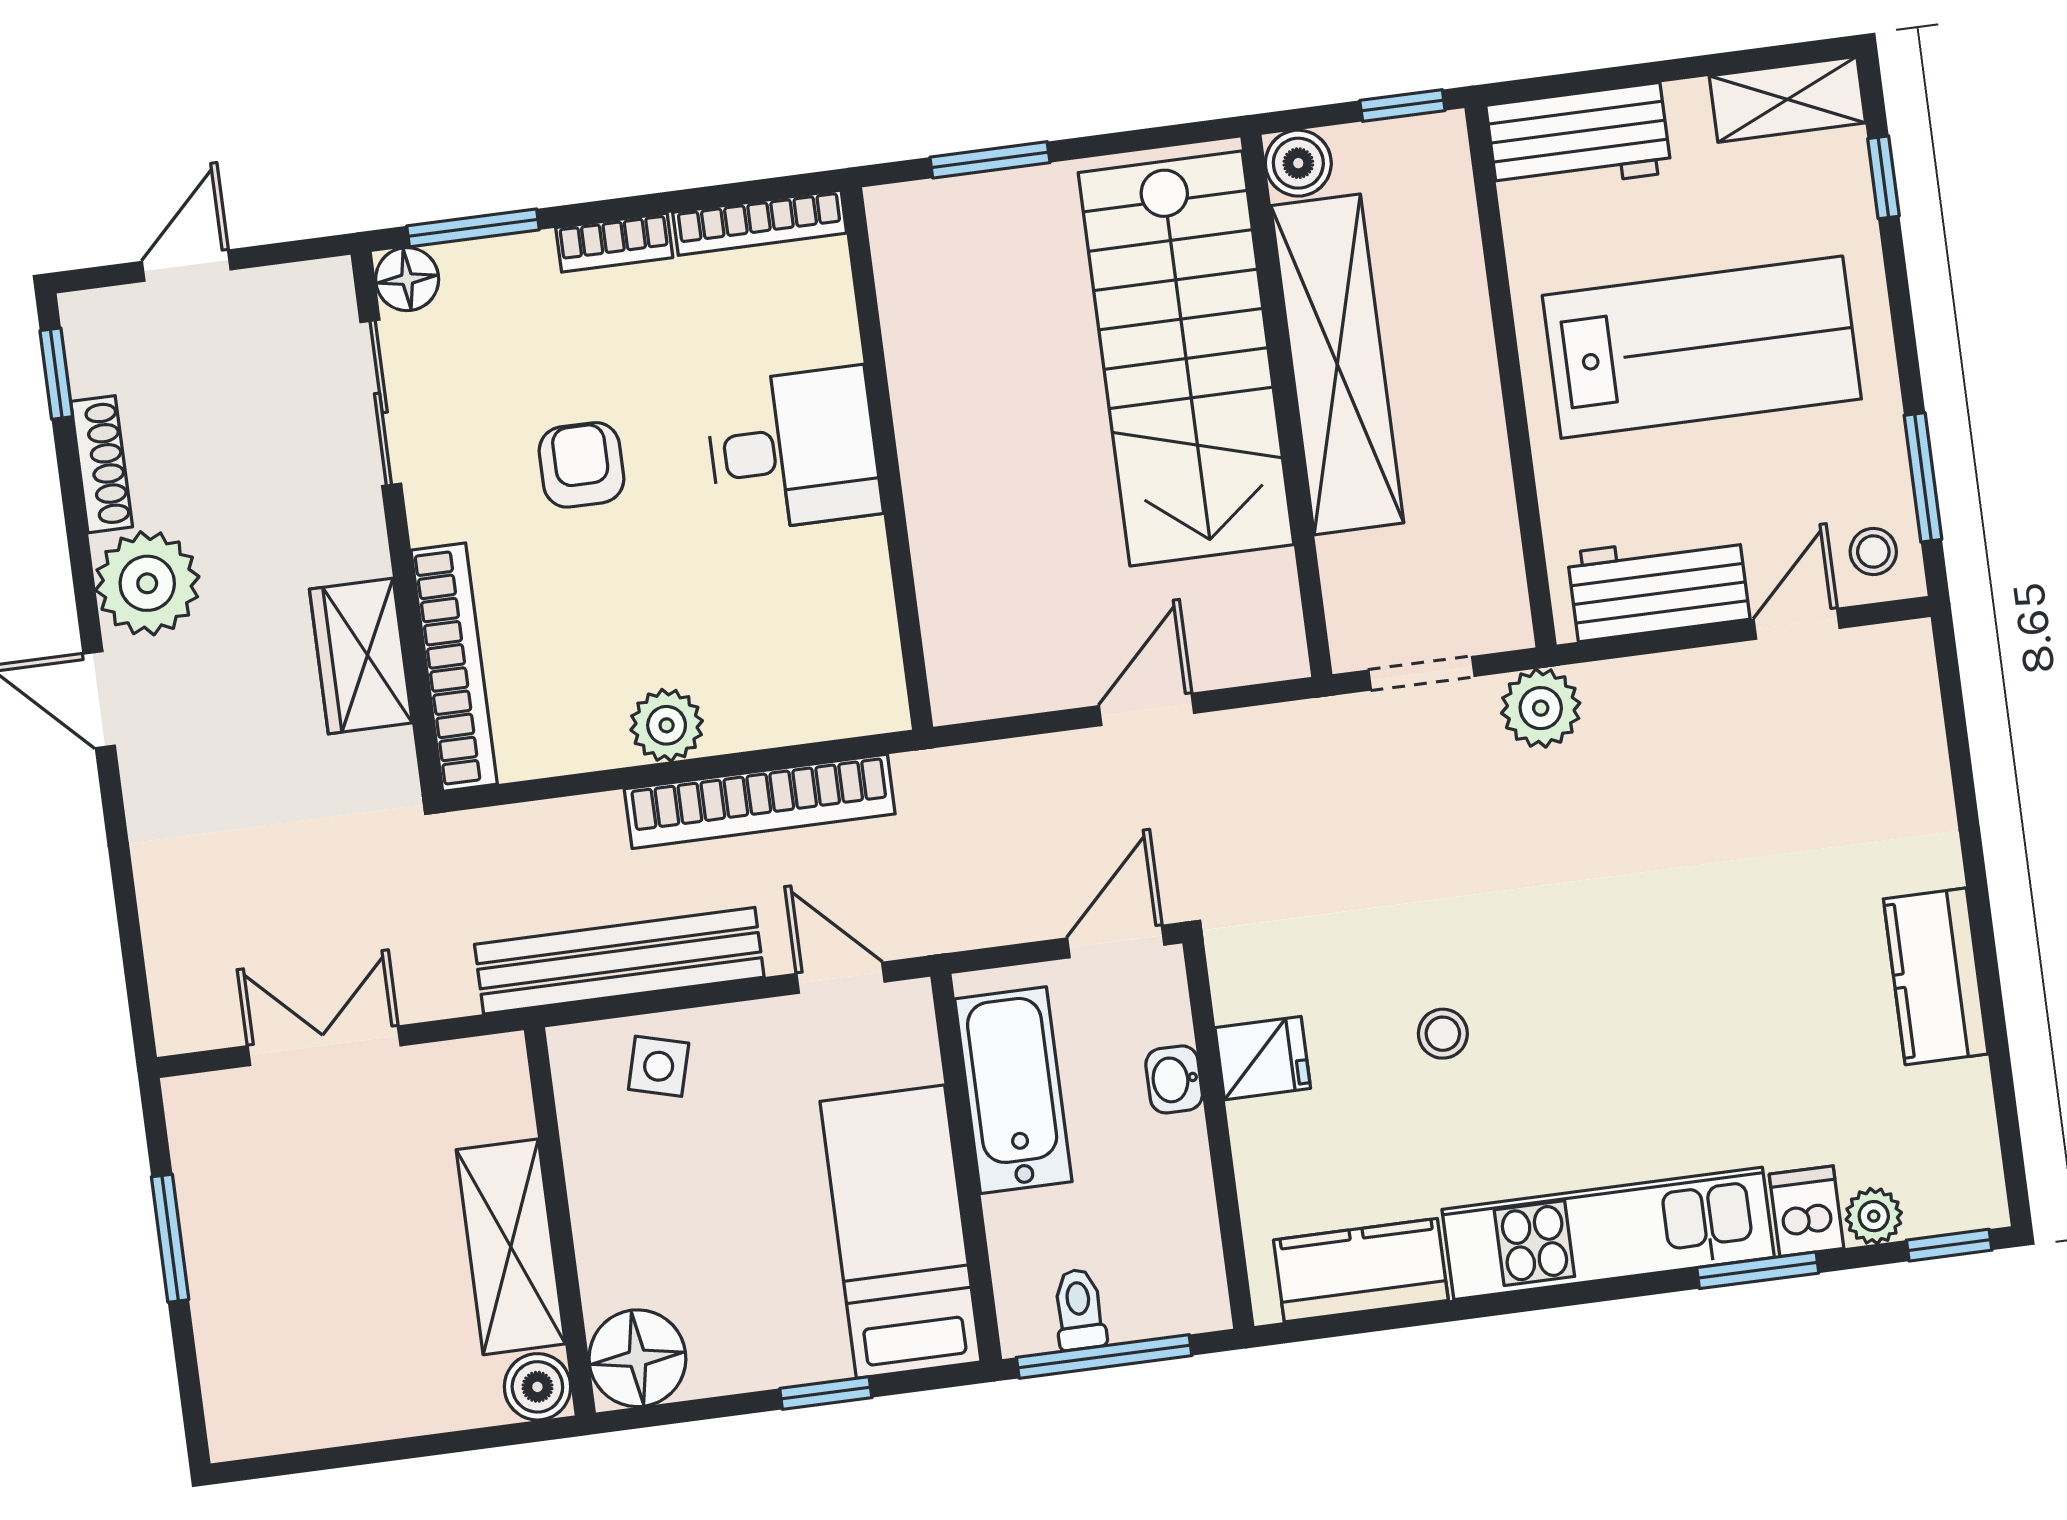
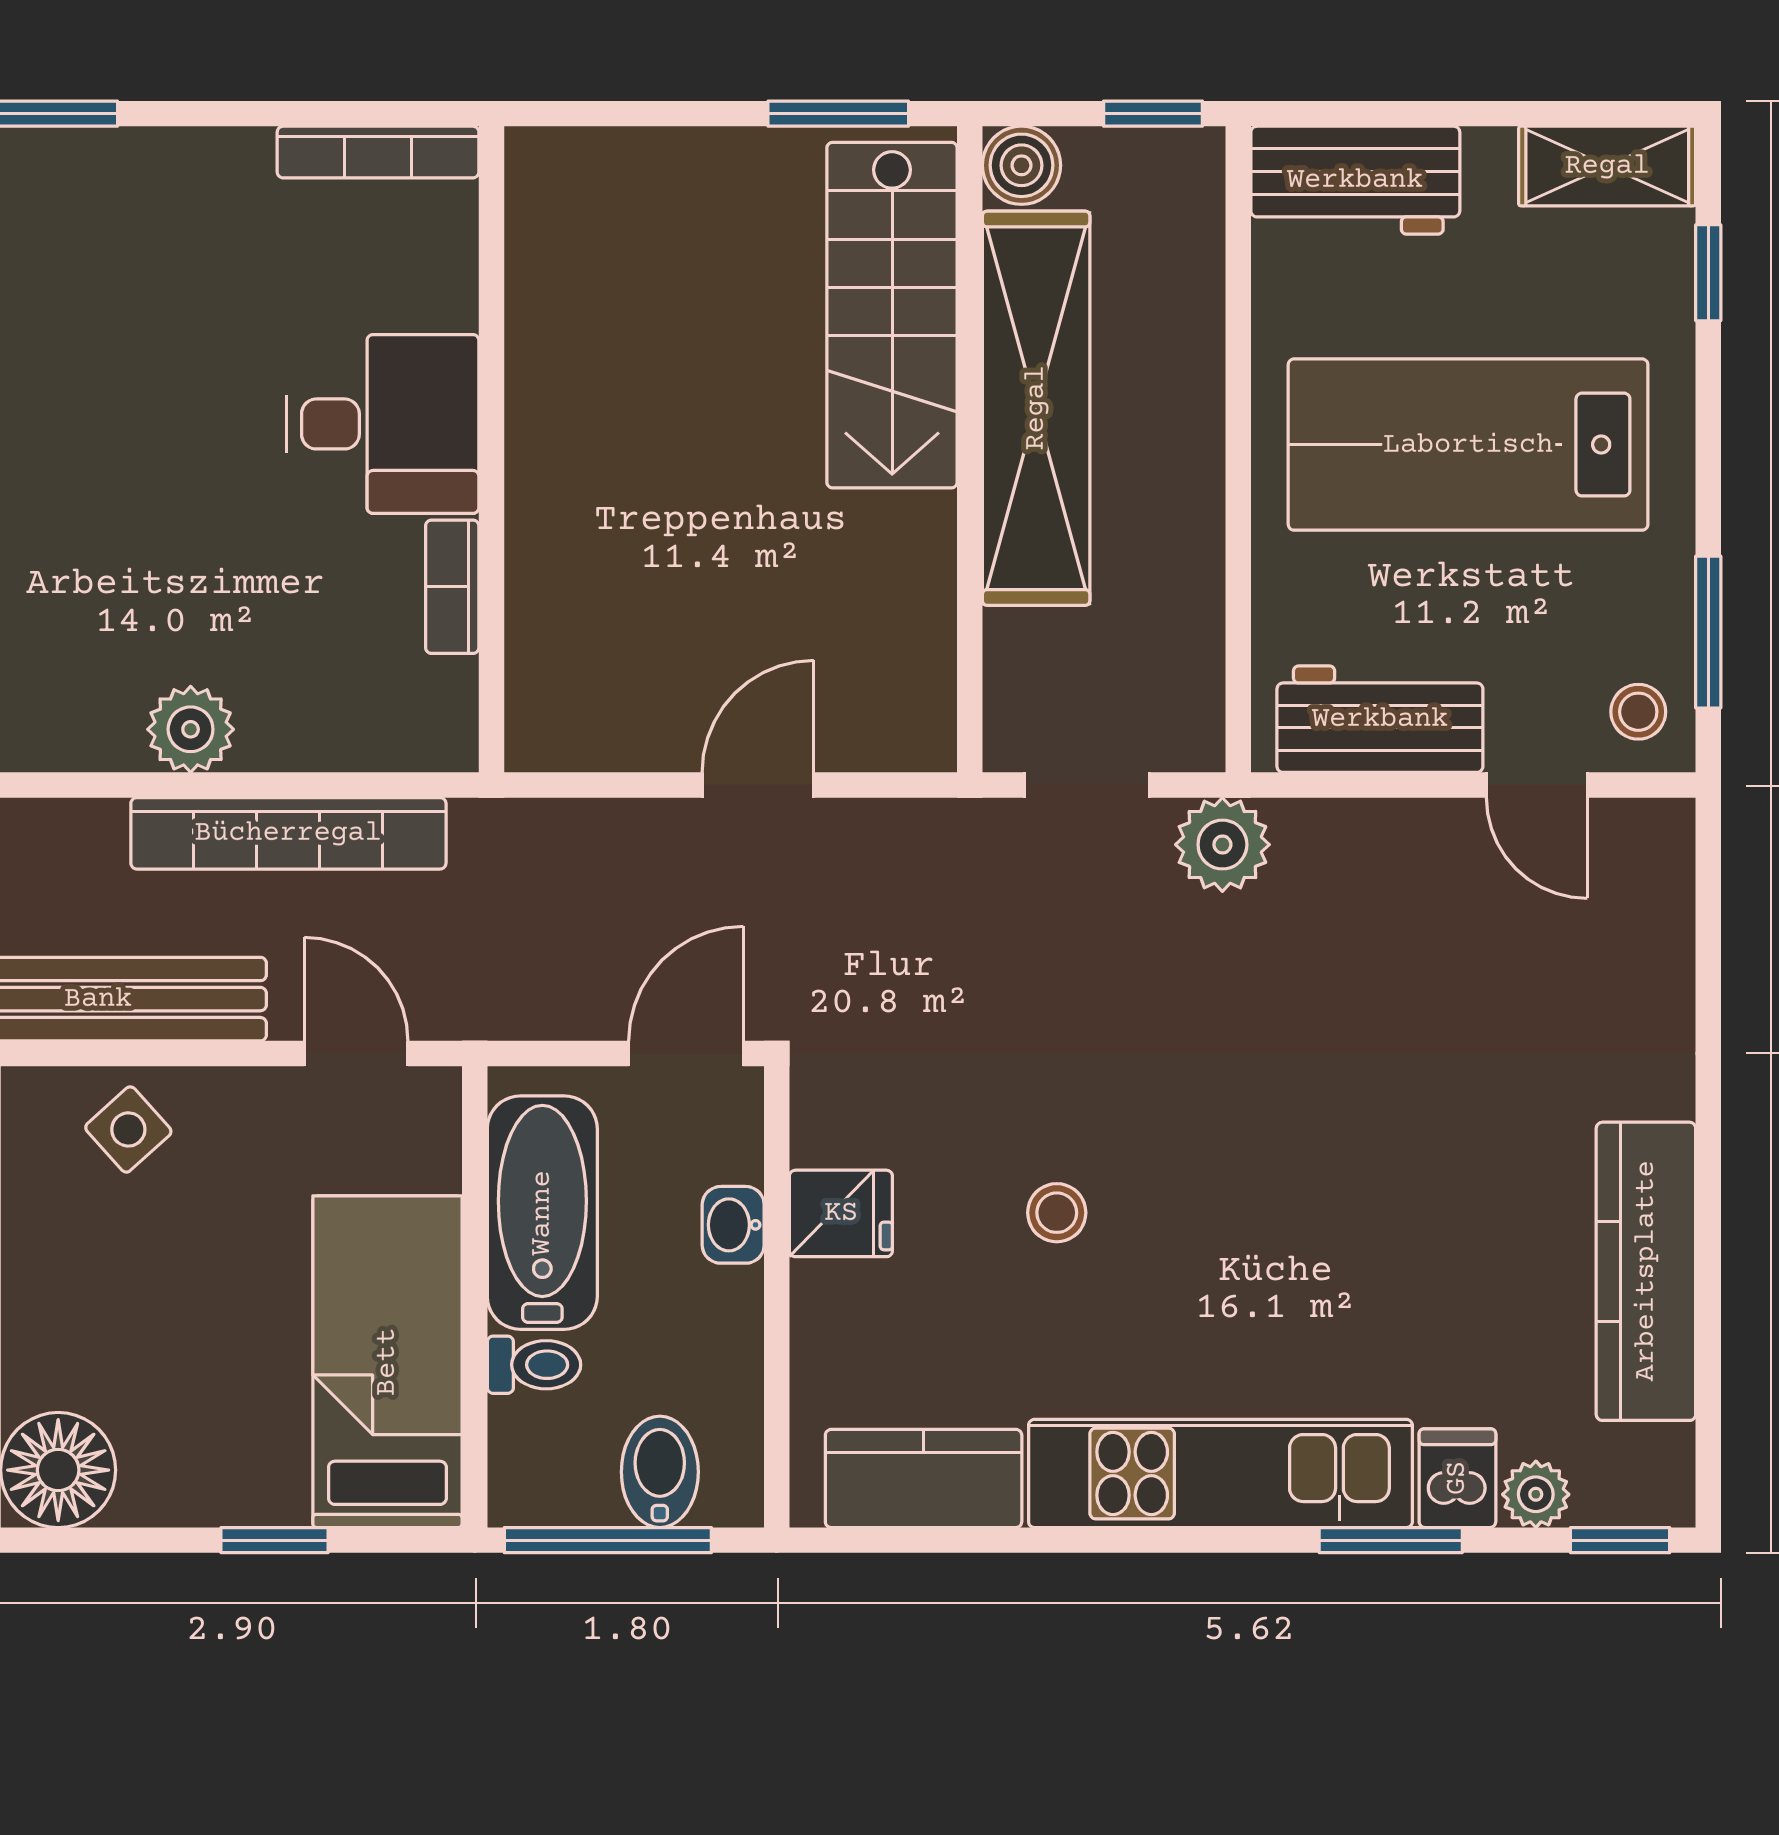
window: (990, 160) -> (838, 114), moved
bookcase: (614, 243) -> (452, 587), moved, turned 90
lab bench: (1702, 347) -> (1468, 445), turned 180
stairs: (1186, 359) -> (892, 315), width x0.73, depth x0.66
armchair: (581, 465) -> (131, 409), removed
door: (1797, 624) -> (1537, 785), swing flipped
kitchen counter: (1936, 976) -> (1646, 1271), width x1.50
side table: (659, 1066) -> (128, 1129), turned 33
bidet: (1140, 1294) -> (660, 1472), added
toilet: (1079, 1309) -> (534, 1365), moved, turned 90

